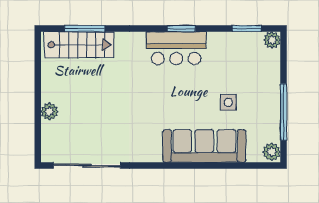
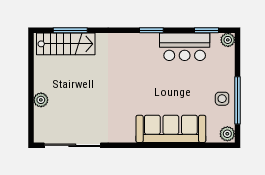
bar counter: (176, 48) -> (185, 47), moved
side table: (228, 102) -> (222, 99), moved

